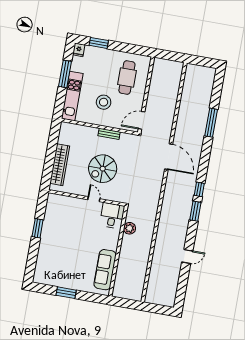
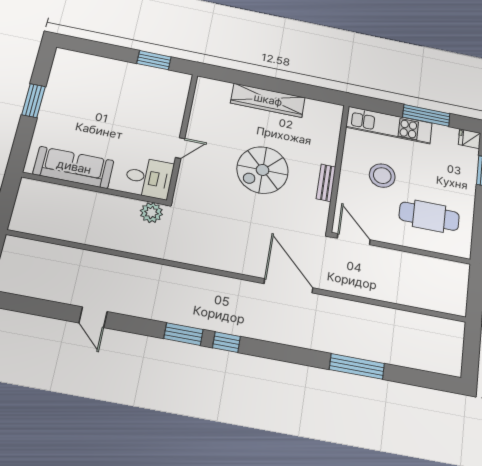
door: (169, 157) -> (288, 286), swing flipped
spiral stairs: (103, 169) -> (263, 170), turned -90
wall: (87, 198) -> (182, 136), moved
door: (94, 199) -> (180, 148), moved
desk: (112, 216) -> (149, 178), moved

